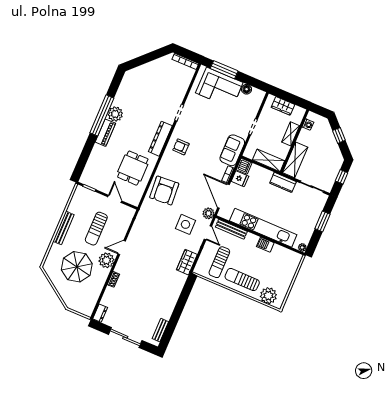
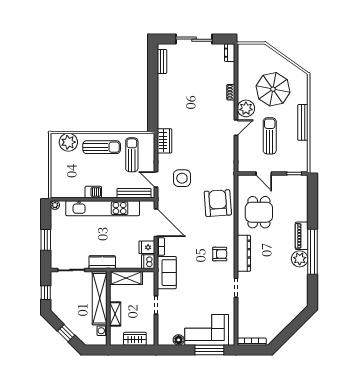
shelving: (295, 160) -> (100, 298), width x1.47
plant: (208, 213) -> (164, 199), removed

